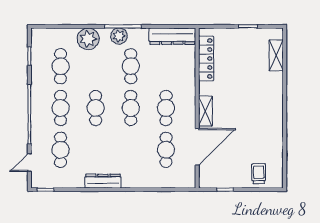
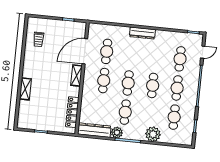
plant: (119, 36) -> (117, 132), moved
shelving: (276, 55) -> (25, 89), moved
trolley: (259, 174) -> (39, 39), moved
dresser: (103, 181) -> (142, 33), moved

